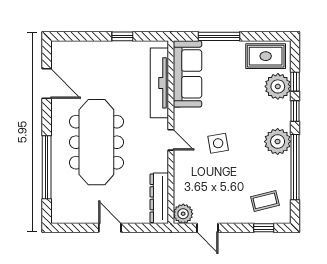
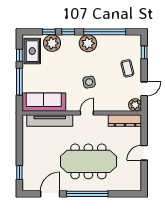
window: (122, 36) -> (19, 172), moved
window: (259, 36) -> (19, 55), added
window: (47, 167) -> (87, 194), moved
coffee table: (265, 201) -> (127, 68), moved

